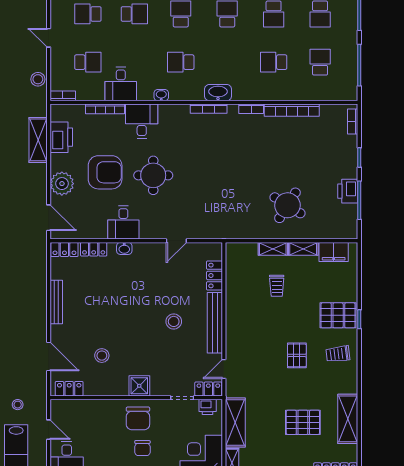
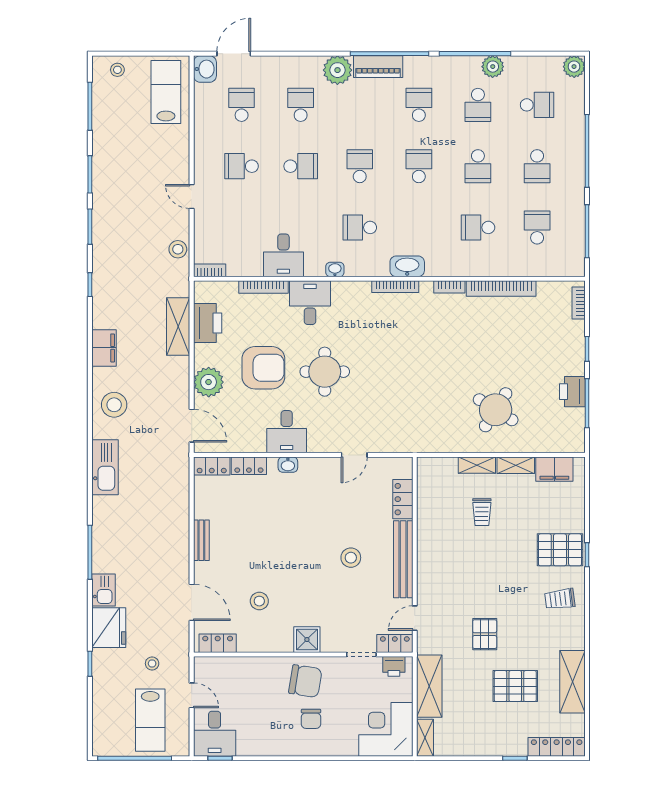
school desk: (88, 62) -> (242, 227), removed
bench: (56, 302) -> (201, 540), width x0.73
pallet: (297, 355) -> (485, 634), moved
chair: (138, 418) -> (305, 681), turned -81

